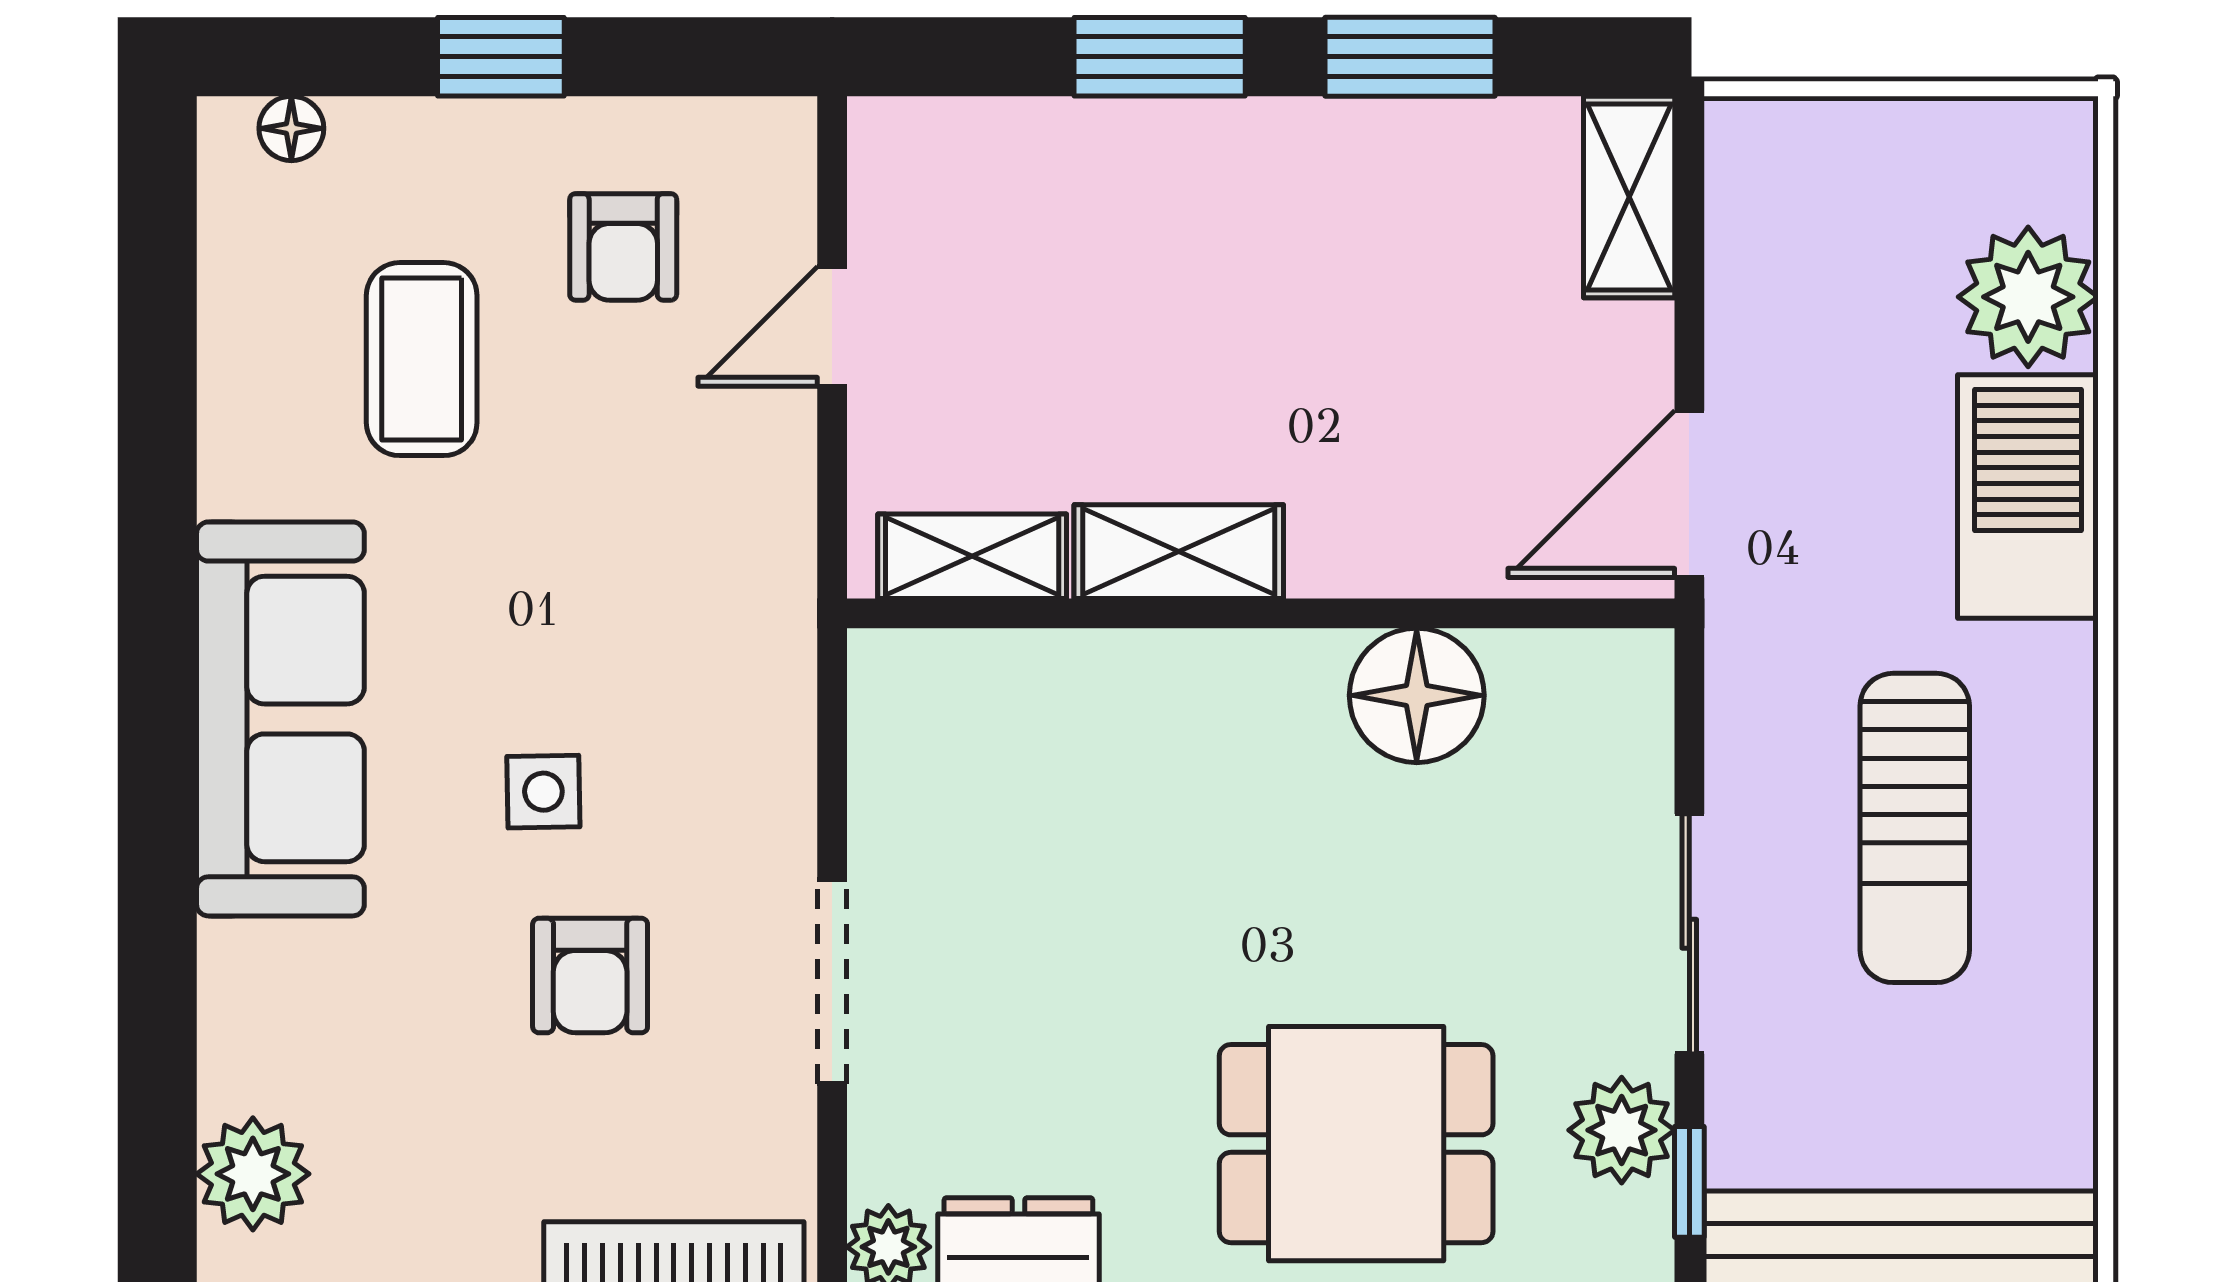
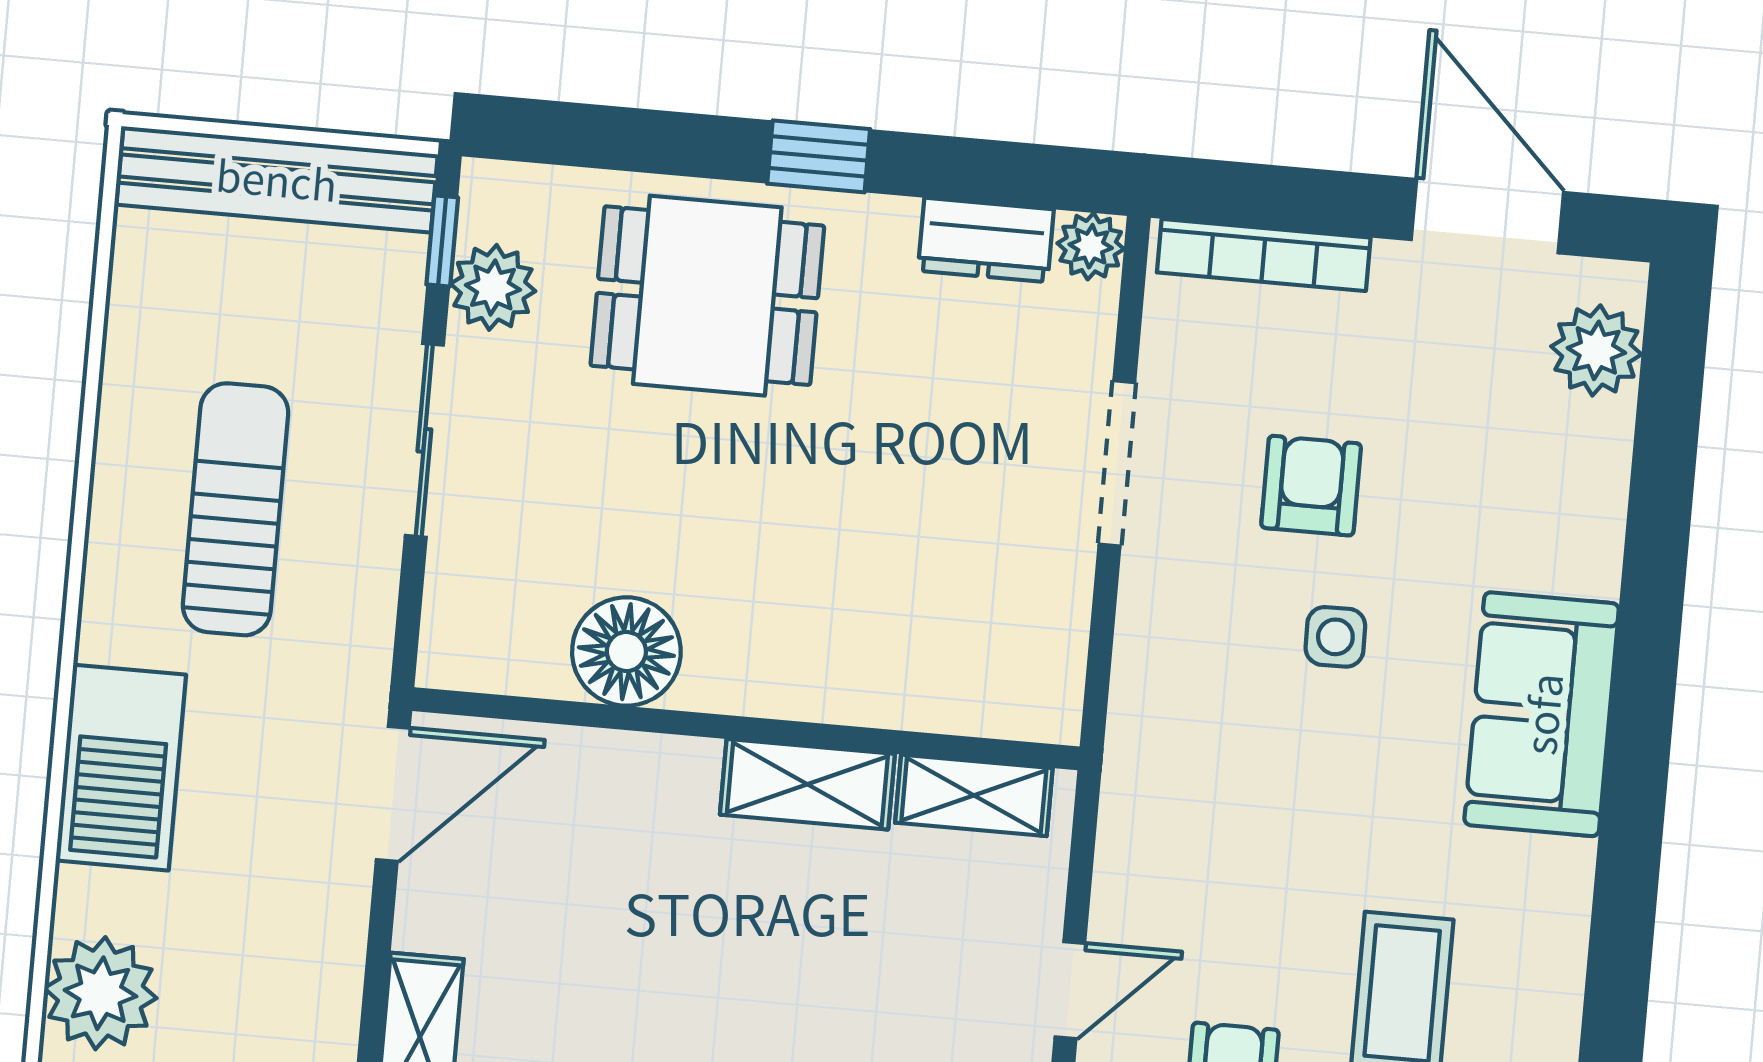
plant: (2028, 297) -> (100, 993), moved
sofa: (280, 719) -> (1542, 714), width x0.73

